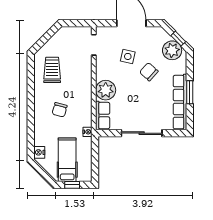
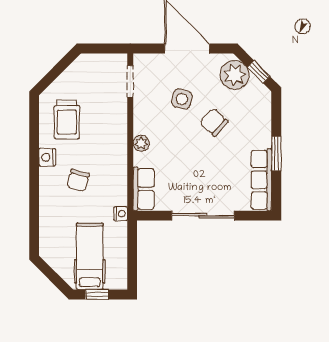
plant: (172, 50) -> (235, 75), moved
trolley: (52, 70) -> (67, 119), turned 180
plant: (106, 90) -> (141, 143), width x0.53, depth x0.53
row of seats: (180, 102) -> (261, 180), width x0.73
nightstand: (39, 152) -> (47, 157), moved

